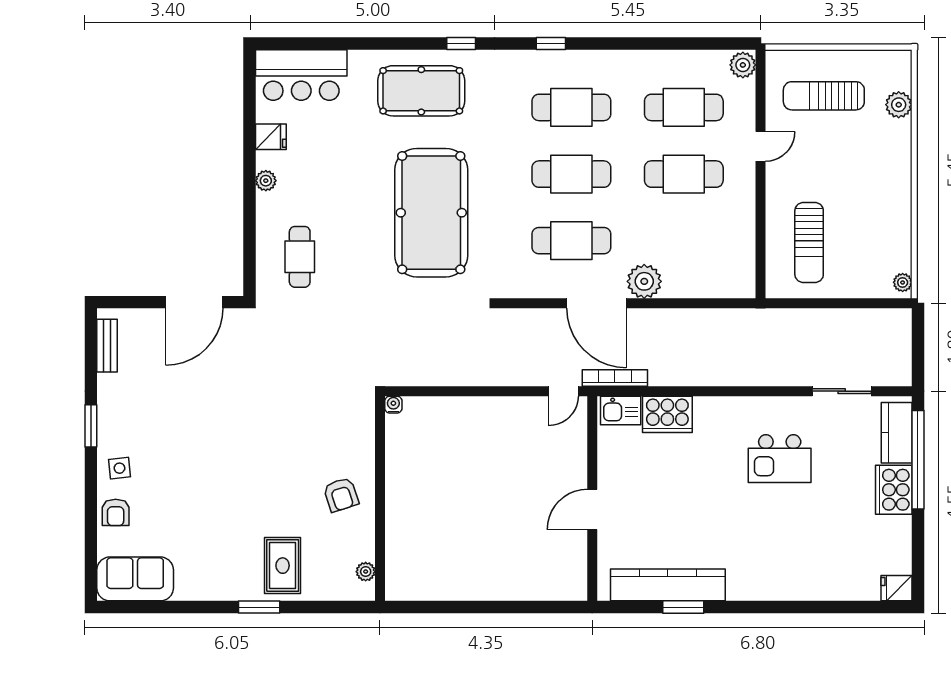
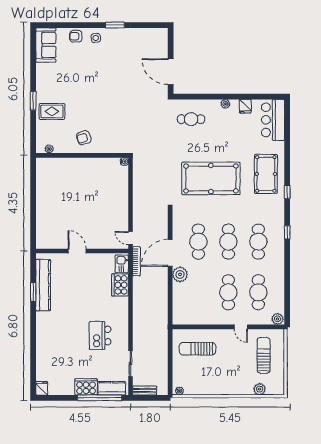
bench: (107, 346) -> (145, 390), moved

